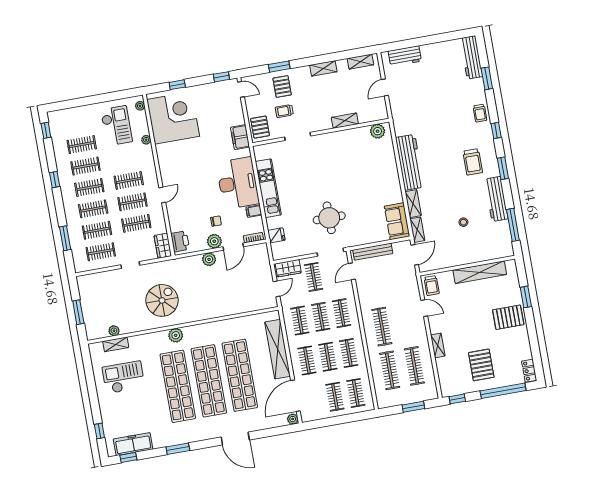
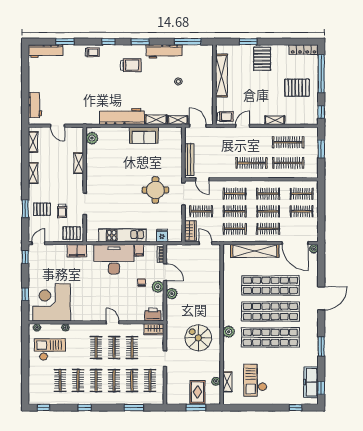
sofa: (397, 221) -> (144, 135), moved
rug: (97, 311) -> (198, 392), added
locker: (529, 371) -> (304, 50), width x1.53

